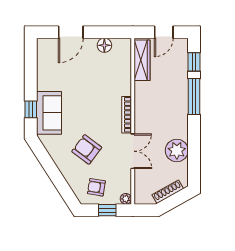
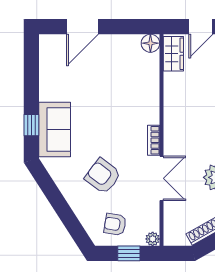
floor lamp: (104, 45) -> (150, 43), moved
wardrobe: (142, 60) -> (173, 54), width x0.67
bookcase: (127, 115) -> (154, 140), width x0.64

